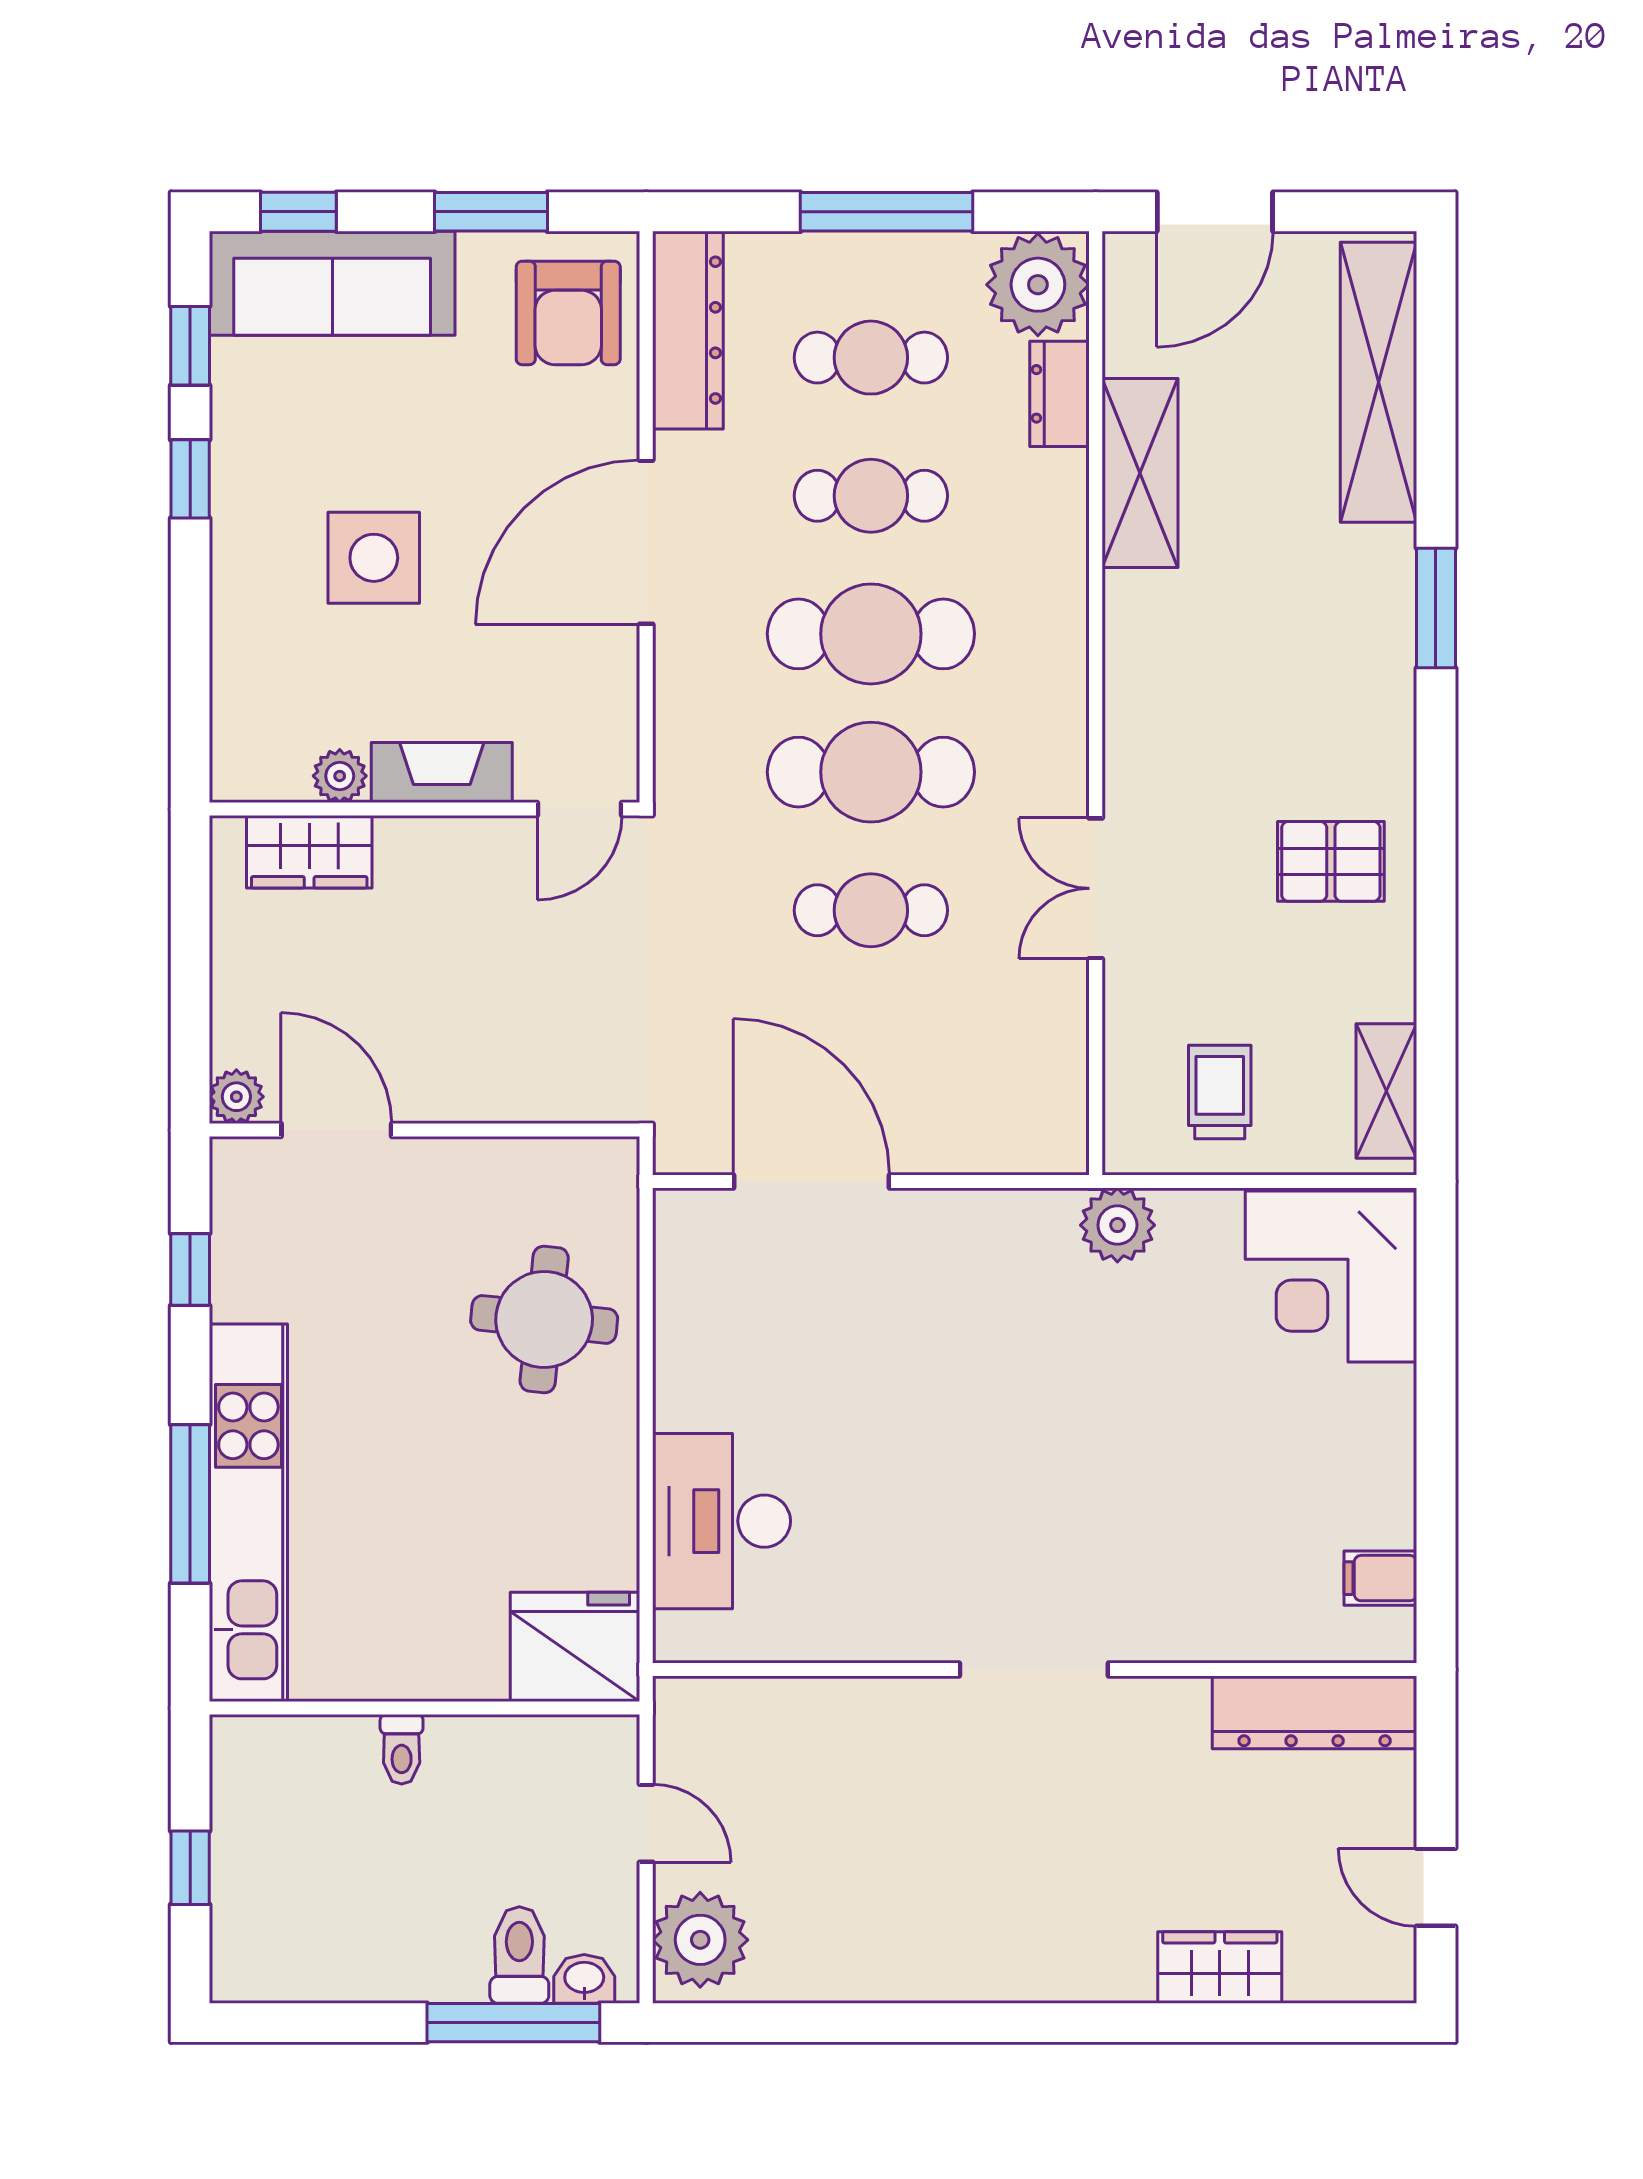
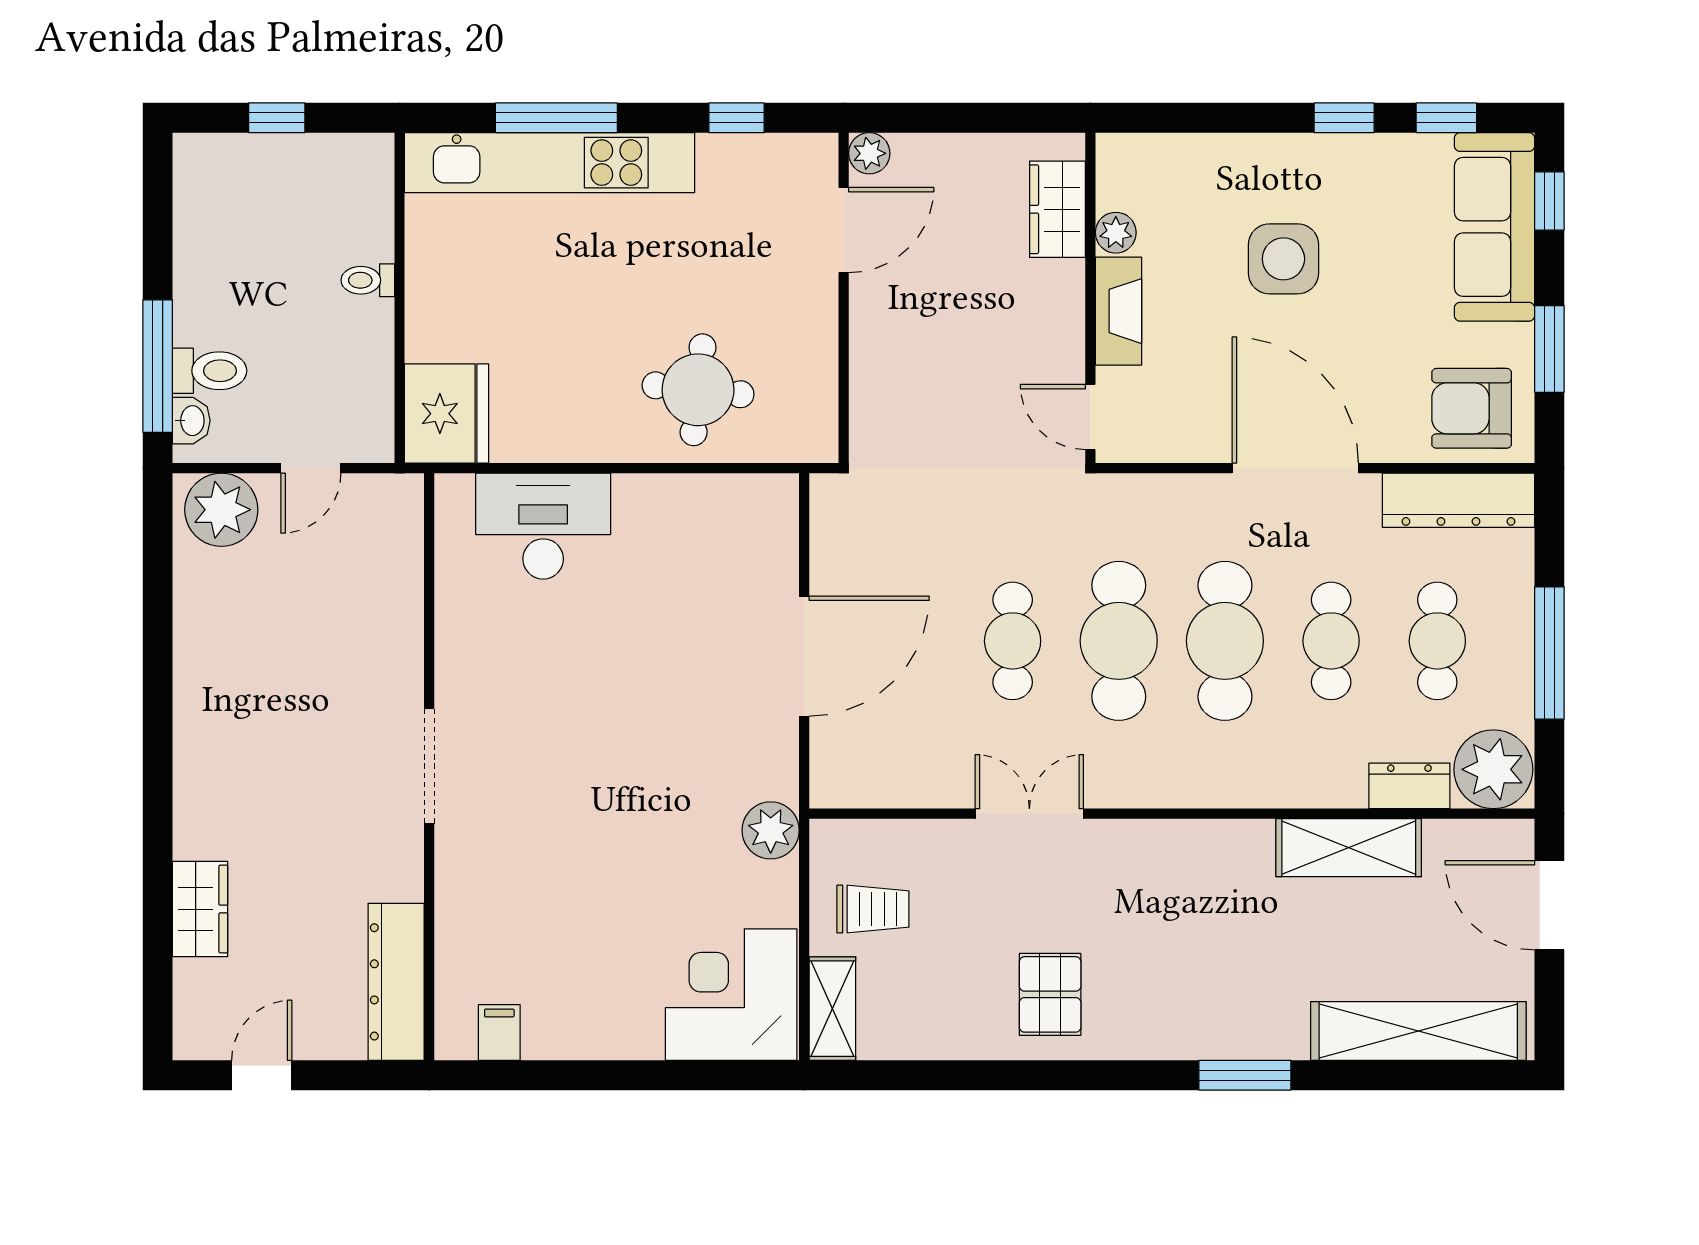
shelving: (1386, 1091) -> (832, 1009), moved, turned 90
door: (811, 1181) -> (804, 656), moved

